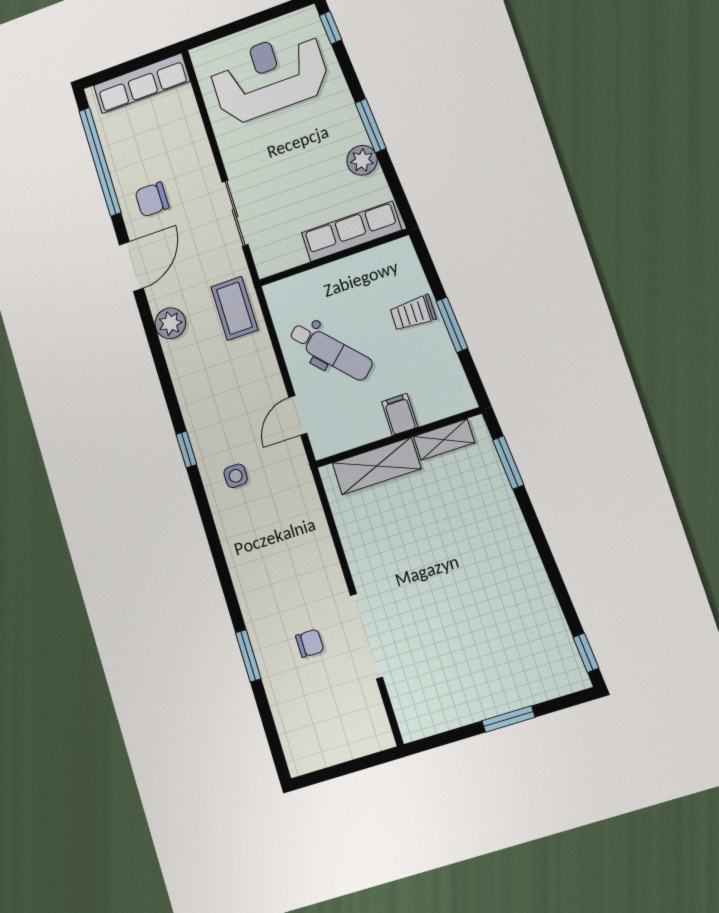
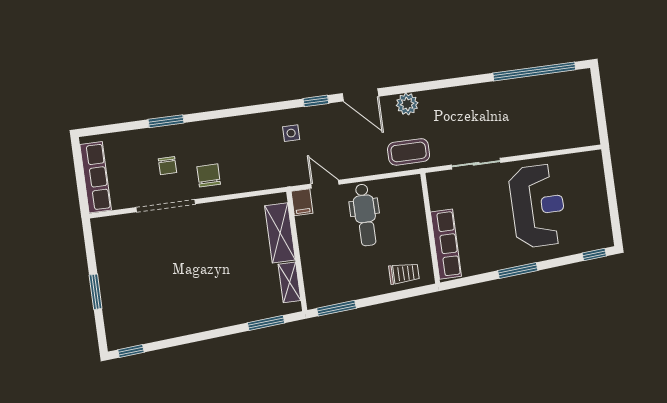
reception desk: (269, 77) -> (538, 206), moved
row of seats: (142, 83) -> (96, 177), moved, turned 180
plant: (362, 160) -> (495, 260), removed
chair: (152, 199) -> (209, 175), moved
door: (131, 266) -> (361, 95), moved
trolley: (413, 313) -> (404, 273), moved, turned 90
window: (452, 325) -> (337, 308), moved
dental chair: (331, 351) -> (365, 215), turned -47
filing cabinet: (400, 414) -> (302, 202), moved, turned 90

